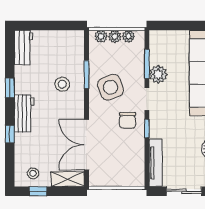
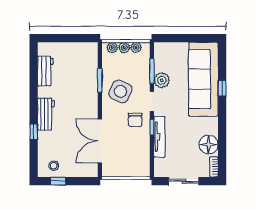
workbench: (23, 48) -> (45, 71), moved
stool: (62, 84) -> (79, 89), removed
side table: (110, 87) -> (120, 91), turned 45
window: (10, 88) -> (34, 92), removed
tv unit: (156, 163) -> (159, 137), moved
shelving: (68, 179) -> (84, 171), removed

